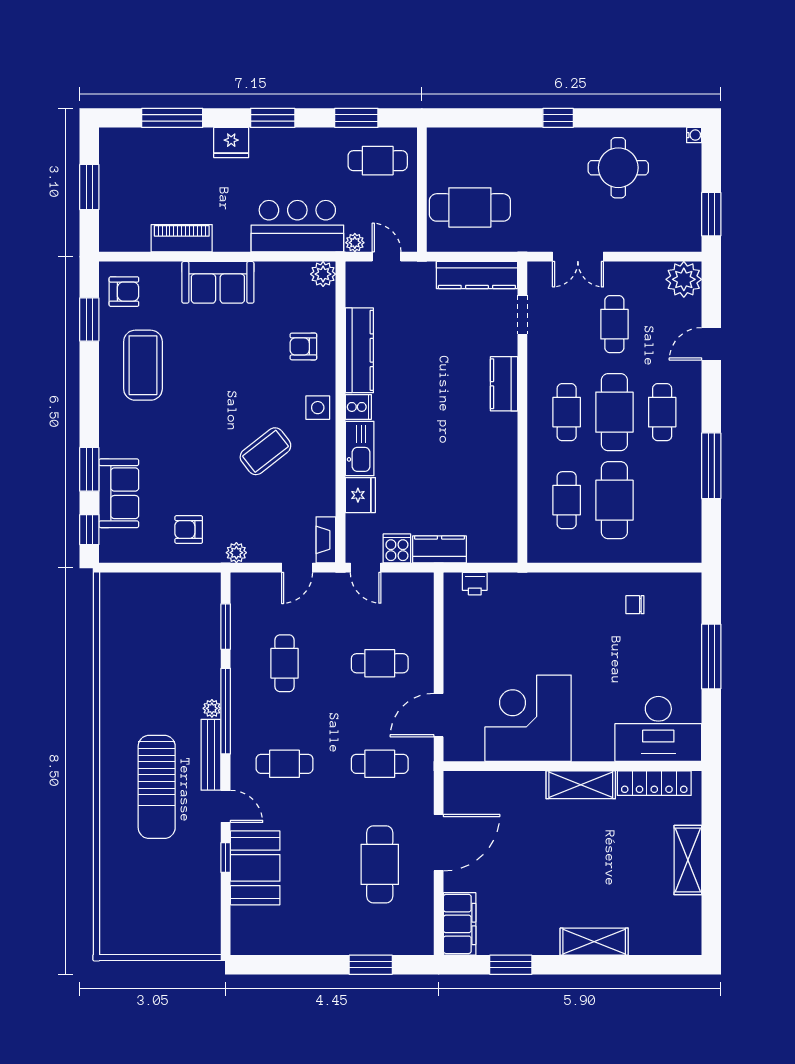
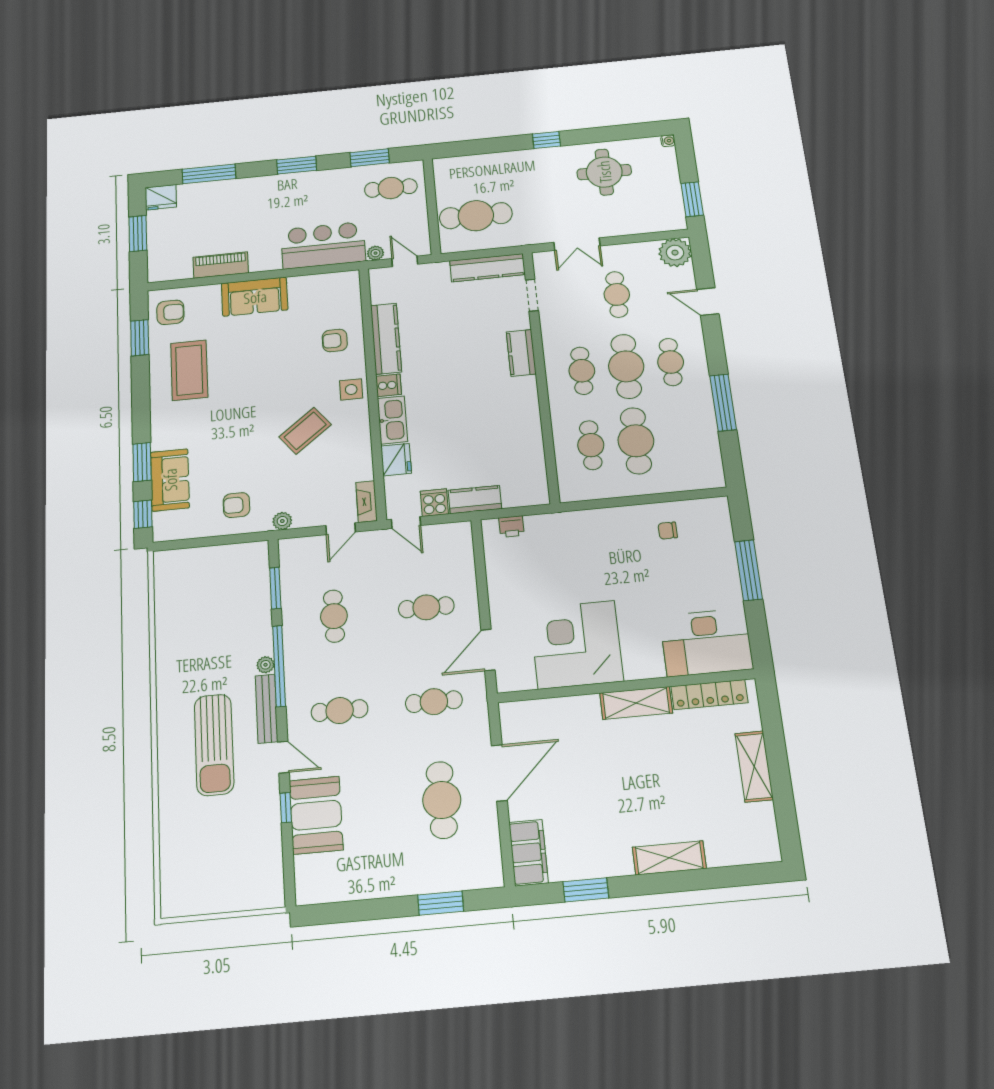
fridge: (231, 143) -> (161, 197), moved
plant: (323, 274) -> (349, 281), removed
door: (711, 344) -> (708, 302), hinge flipped

